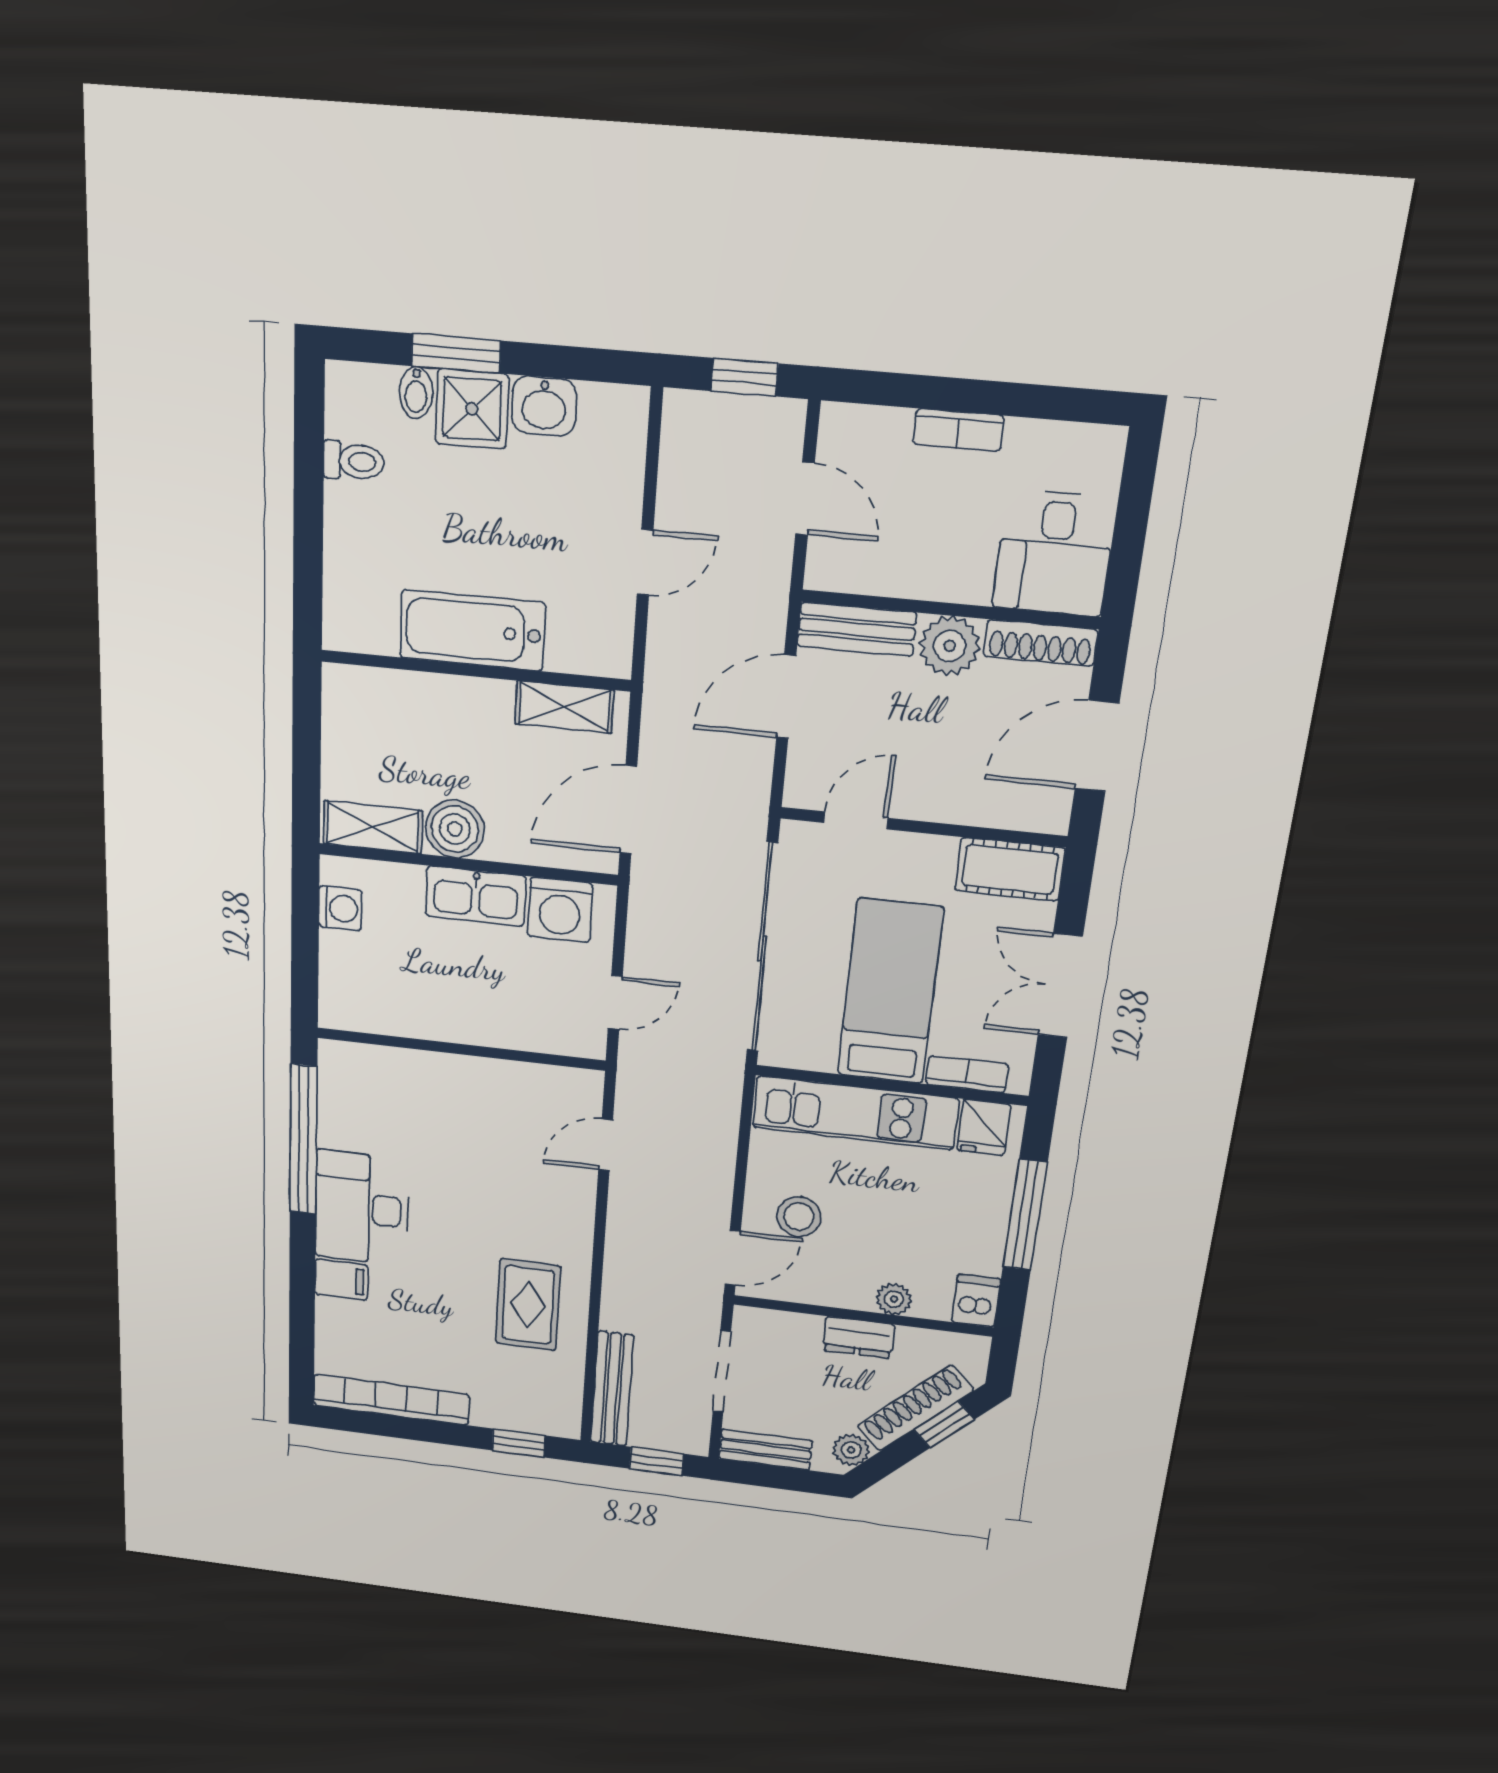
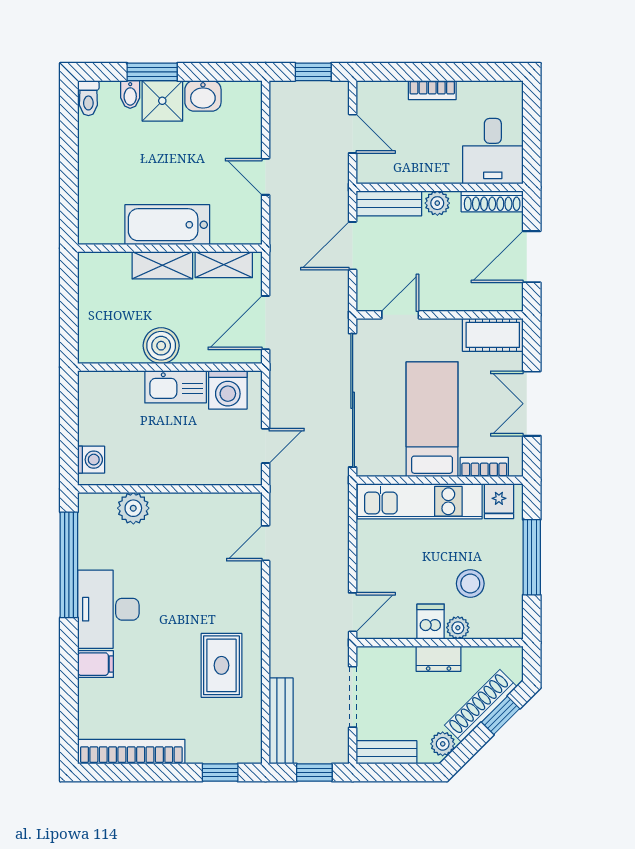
toilet: (354, 461) -> (88, 98), moved, turned 90
door: (645, 562) -> (266, 177), swing flipped
plant: (950, 646) -> (437, 203), width x0.73, depth x0.73
shelving: (373, 827) -> (162, 265), moved
washing machine: (340, 908) -> (91, 460), moved
plant: (403, 1071) -> (133, 508), added
stool: (799, 1217) -> (470, 584), moved
dishwasher: (976, 1301) -> (431, 622), moved

